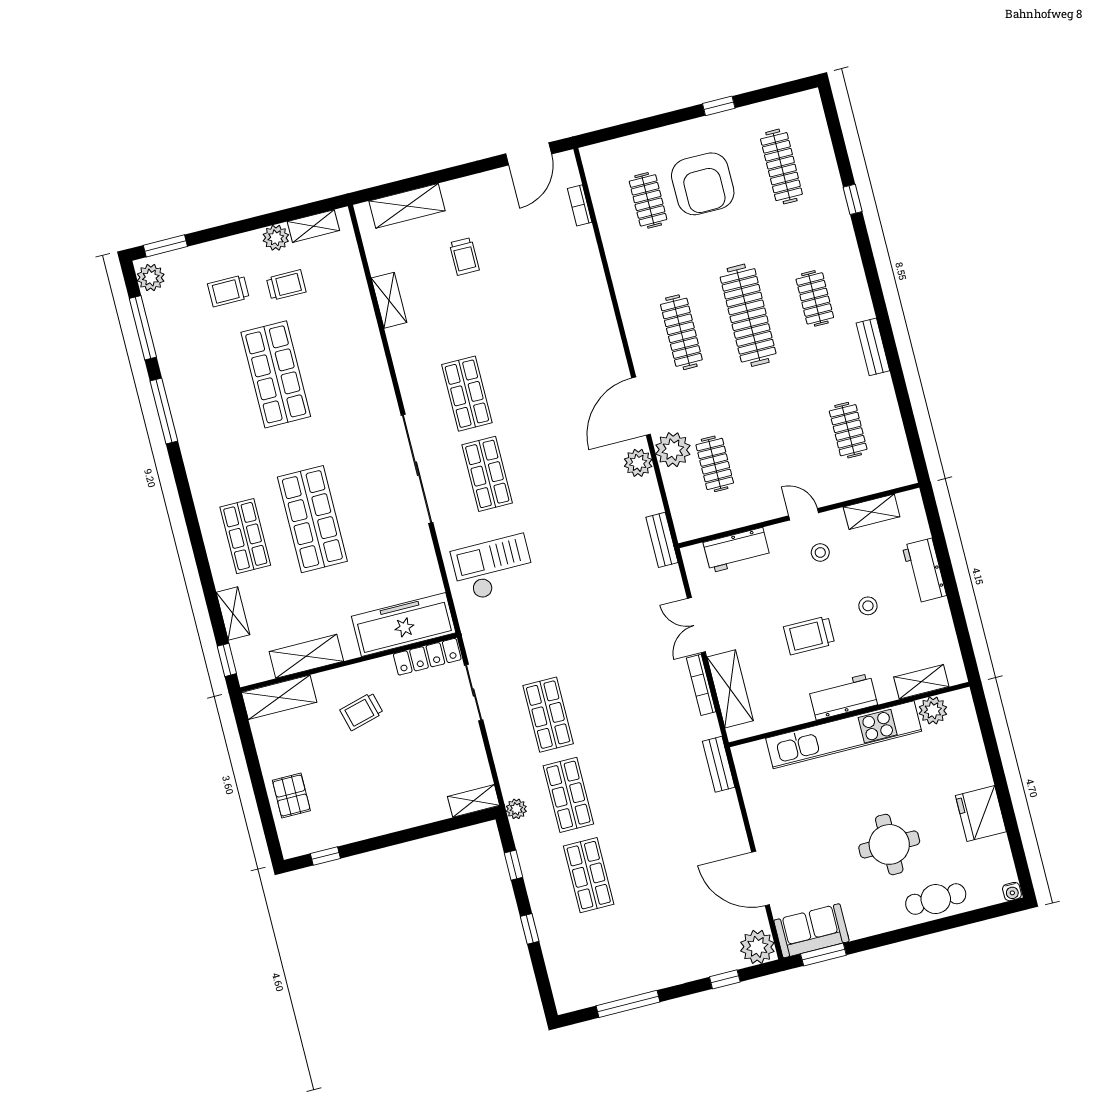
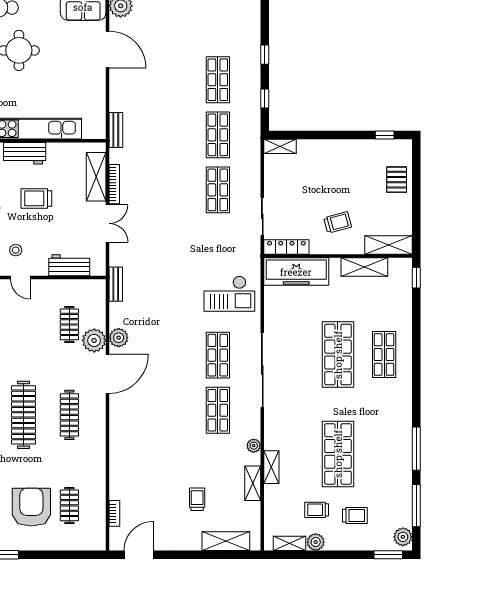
shelving: (233, 614) -> (271, 467), moved
trolley: (809, 635) -> (36, 198), turned 180
plant: (516, 809) -> (254, 446), moved

